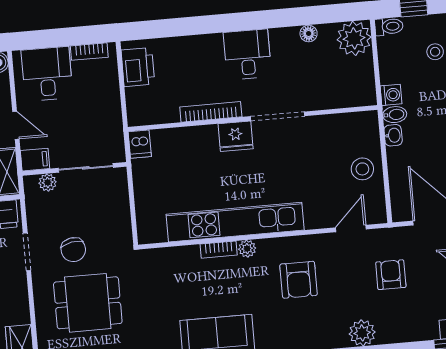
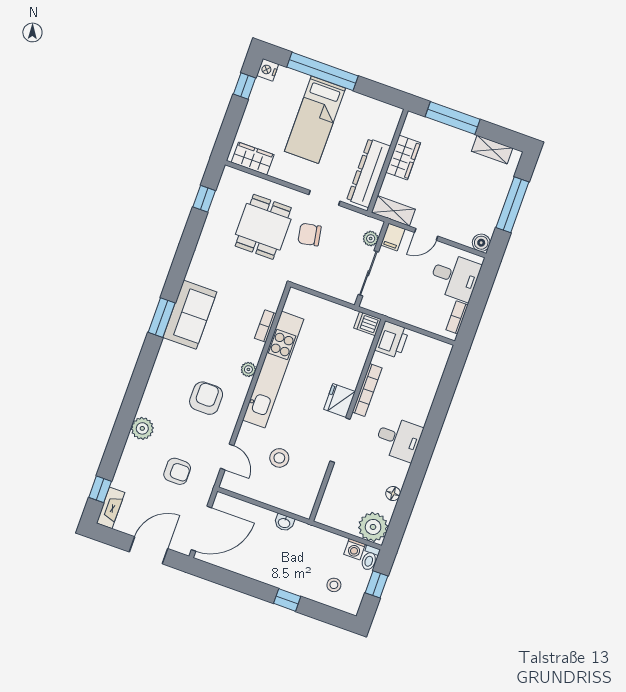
printer: (138, 67) -> (392, 340), moved, turned -90
washing machine: (391, 95) -> (355, 549), moved
bidet: (395, 115) -> (300, 531), removed
stool: (362, 169) -> (279, 458), moved
bookcase: (219, 250) -> (265, 326), moved
armchair: (299, 280) -> (206, 398), turned 90

